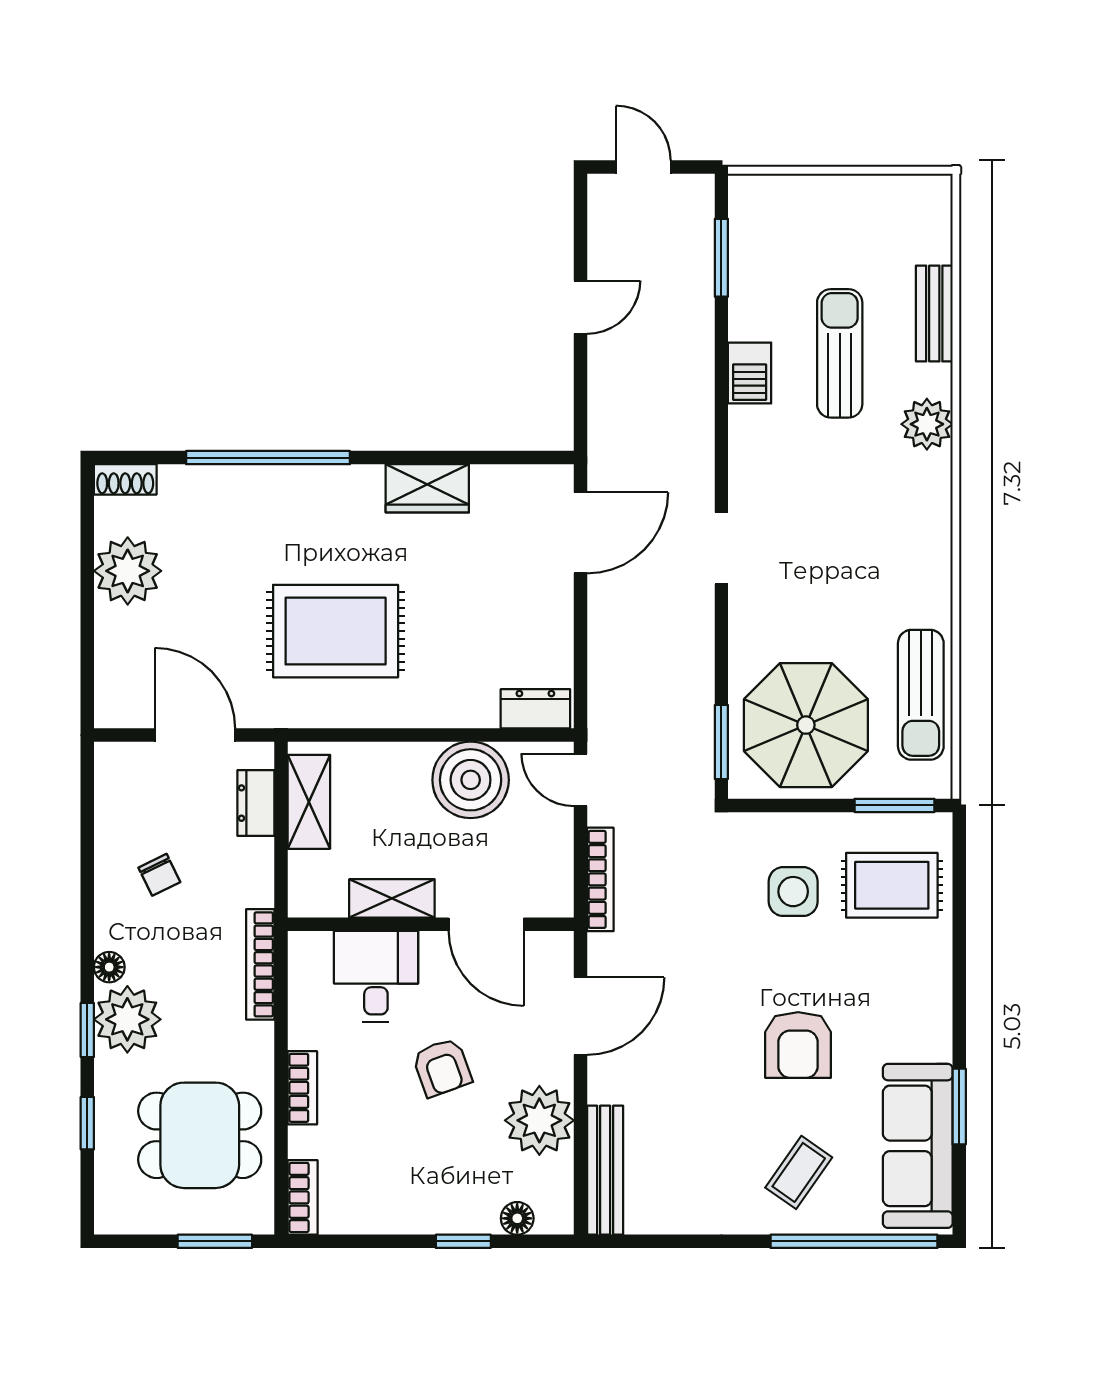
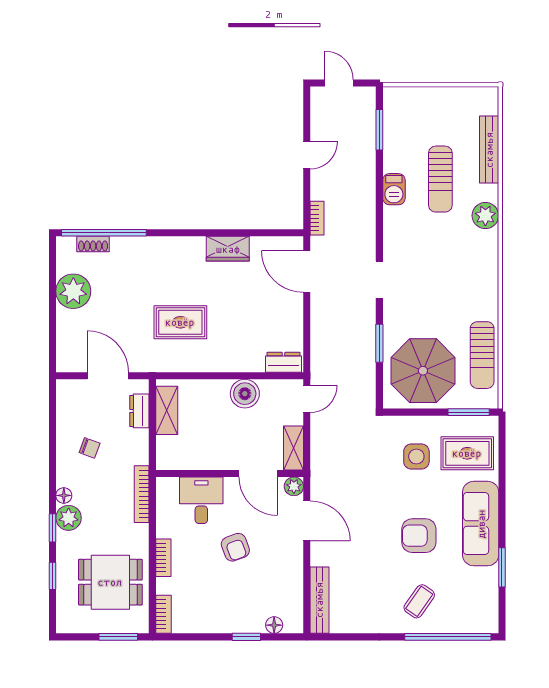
bench: (934, 314) -> (489, 150), width x1.36
sun lounger: (840, 353) -> (440, 179), turned 180
window: (268, 458) -> (104, 233), moved
shoe rack: (125, 479) -> (93, 244), moved
door: (580, 533) -> (307, 272), swing flipped
rug: (336, 631) -> (180, 322), width x0.73, depth x0.70
window: (721, 742) -> (379, 343), moved
boiler: (471, 780) -> (245, 394), width x0.73, depth x0.73
door: (580, 780) -> (307, 399), swing flipped
chair: (159, 875) -> (90, 448), turned -44
bookcase: (600, 879) -> (317, 218), moved, width x0.64
shelving: (392, 898) -> (293, 448), moved, turned 90
door: (580, 1016) -> (307, 521), hinge flipped
plant: (127, 1019) -> (69, 518), width x0.73, depth x0.73
armchair: (798, 1045) -> (419, 536), turned 90
plant: (539, 1120) -> (294, 486), moved, width x0.53, depth x0.53
sofa: (918, 1146) -> (481, 524), moved

